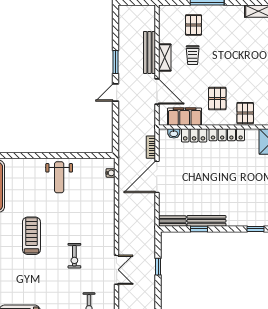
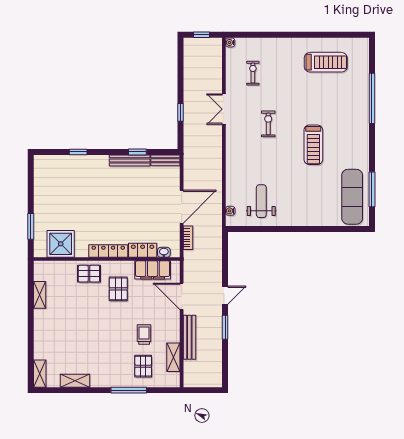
shelving: (165, 58) -> (173, 357), moved
pallet: (245, 113) -> (89, 274), turned 90
weight bench: (59, 177) -> (261, 201), moved

